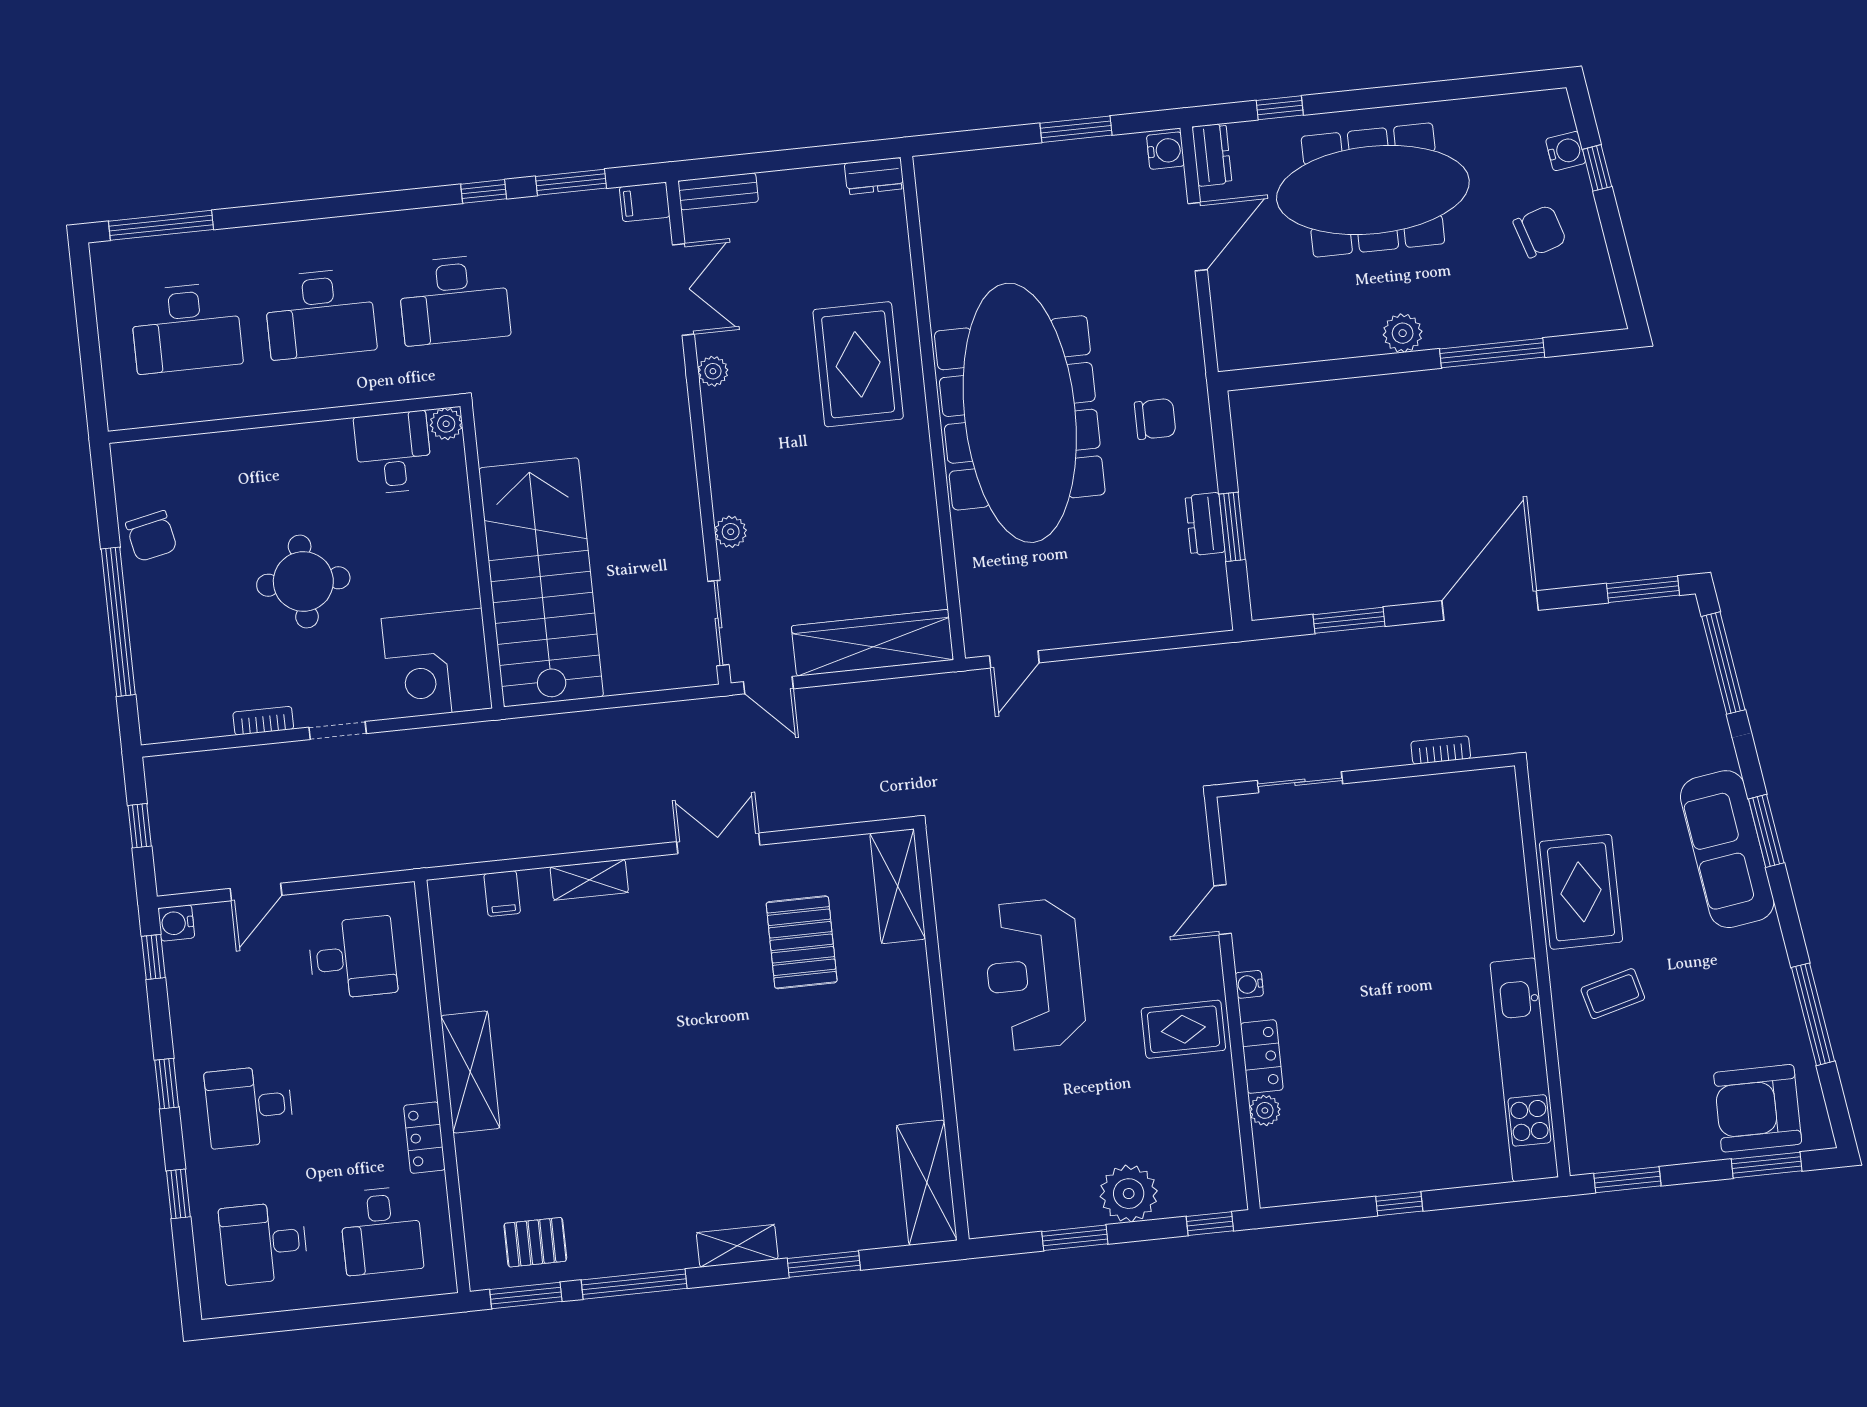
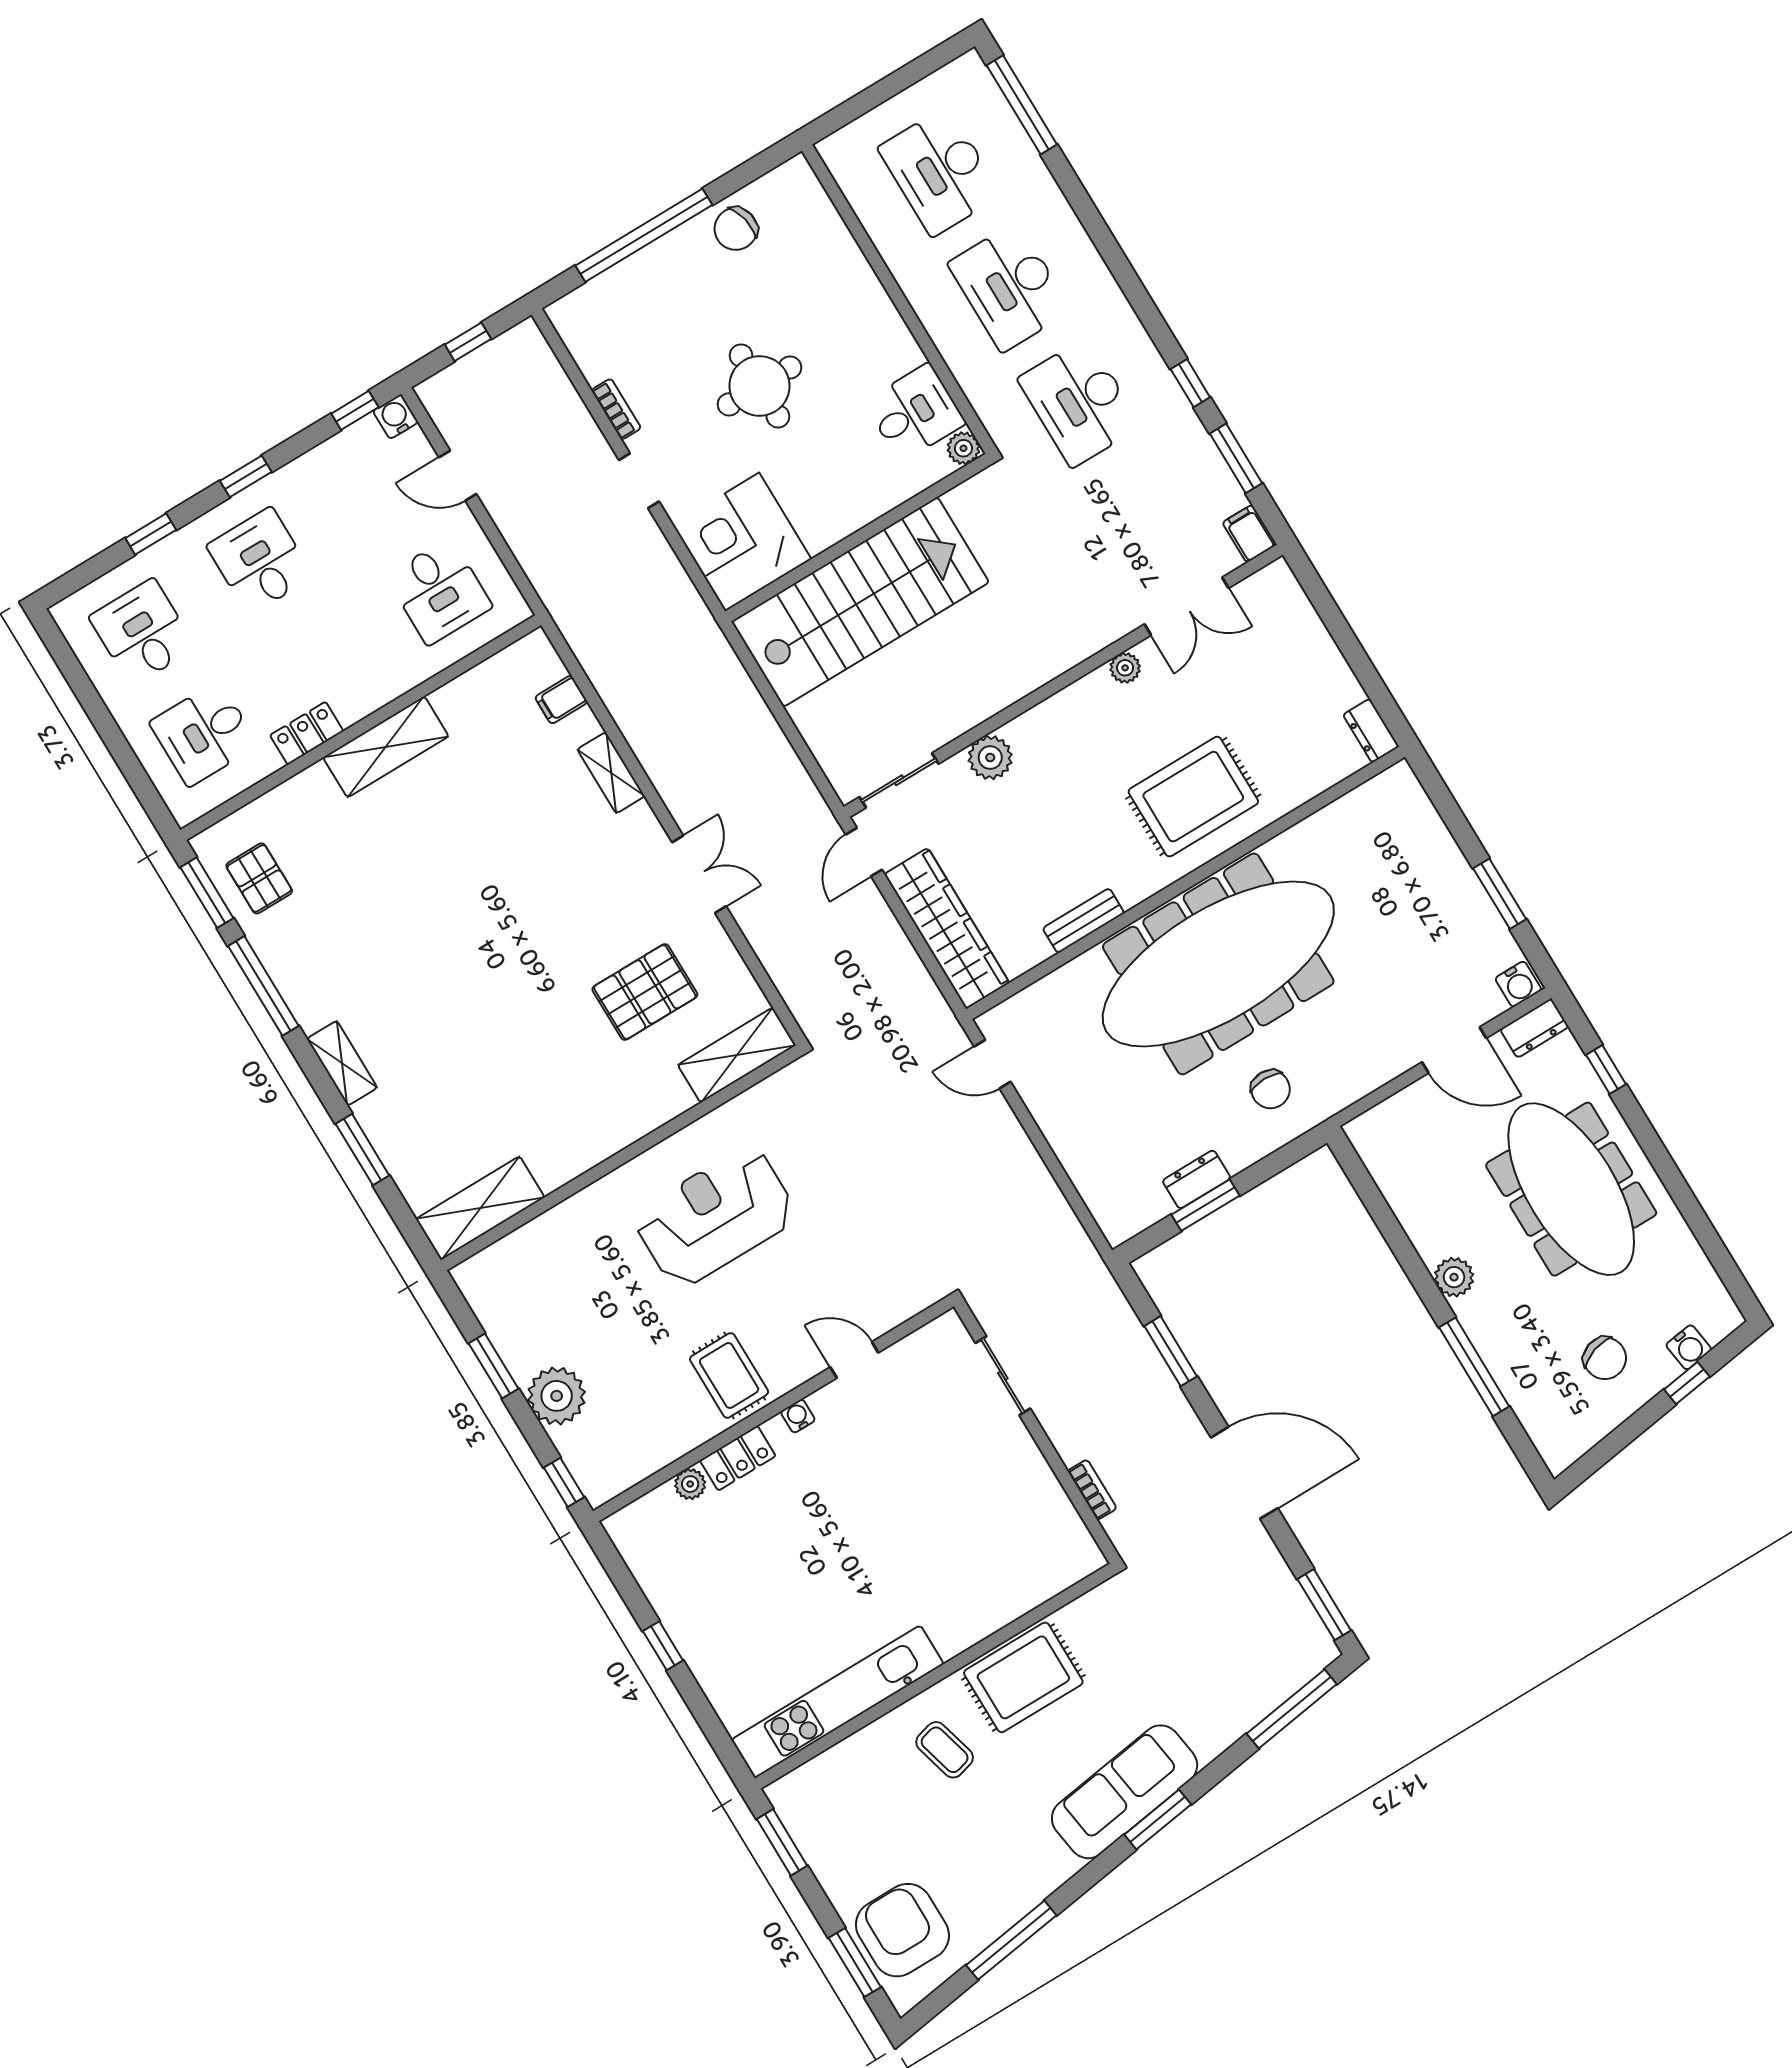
bench: (718, 191) -> (1083, 921), moved, turned 90
plant: (731, 532) -> (990, 758), width x1.38, depth x1.38

